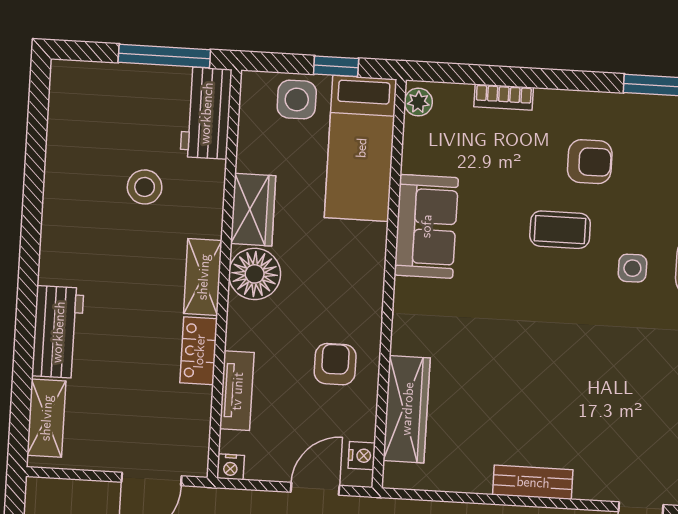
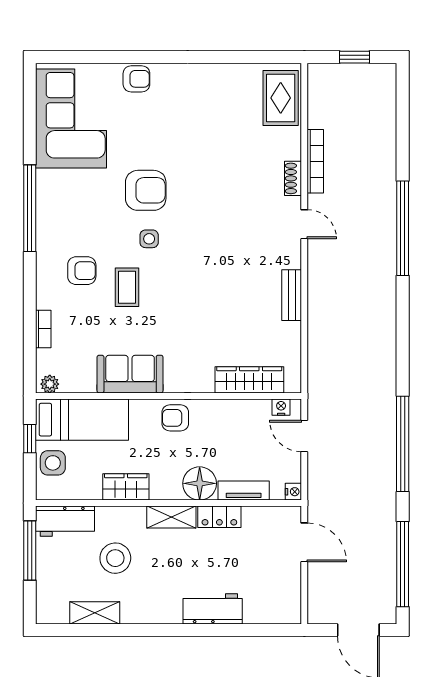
armchair: (590, 162) -> (82, 271), turned 90
stool: (145, 187) -> (115, 558), width x1.38, depth x1.38
floor lamp: (255, 274) -> (200, 483), moved
armchair: (335, 364) -> (175, 418), moved
shelving: (46, 418) -> (95, 613), moved

